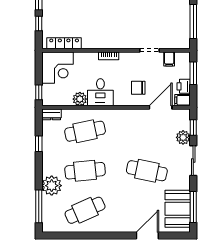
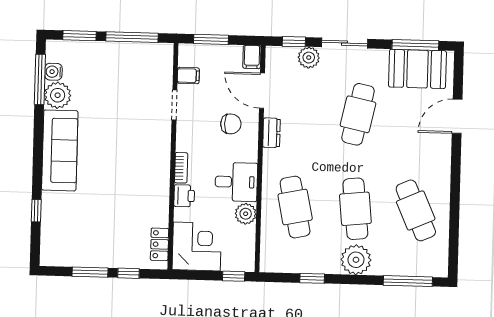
locker: (64, 43) -> (160, 244), width x0.66
printer: (184, 86) -> (184, 196), moved, turned -90
chair: (138, 88) -> (231, 124), turned -90
dresser: (52, 114) -> (271, 133), moved
plant: (52, 186) -> (356, 260), moved
door: (147, 236) -> (457, 116), hinge flipped

